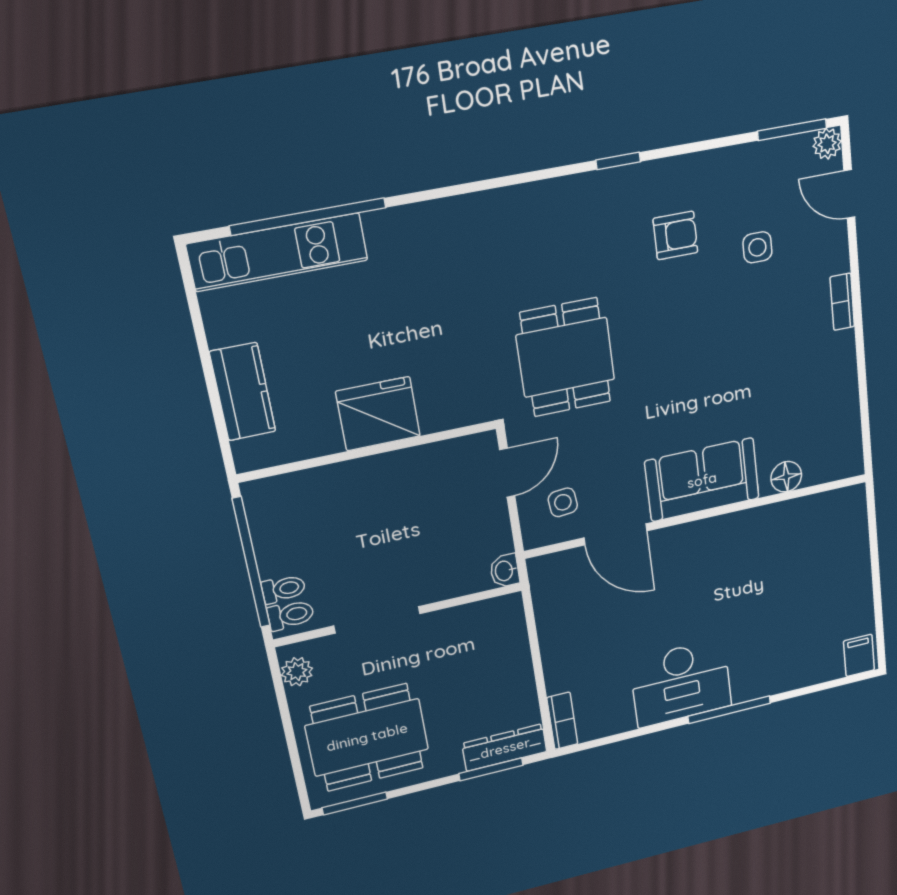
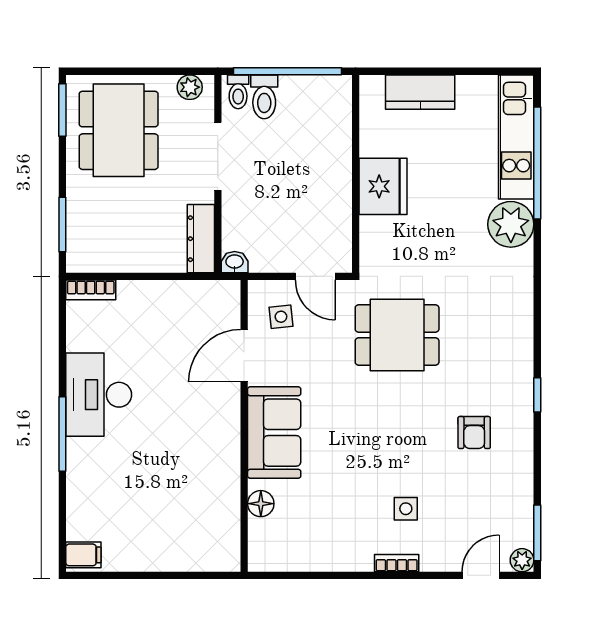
plant: (399, 237) -> (511, 224), added
side table: (757, 247) -> (406, 509), moved
toilet: (284, 589) -> (264, 97), width x1.37, depth x1.39
dresser: (505, 748) -> (201, 239), moved, turned 180

